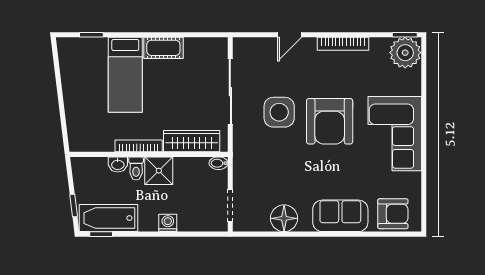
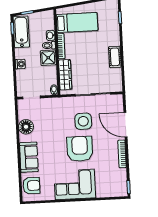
door: (290, 35) -> (125, 125), width x1.87
plant: (405, 53) -> (119, 188), removed
bed: (125, 75) -> (77, 23), moved, turned 180
armchair: (330, 121) -> (80, 149), turned 90
armchair: (393, 214) -> (31, 186), turned -90

